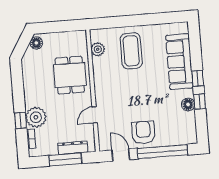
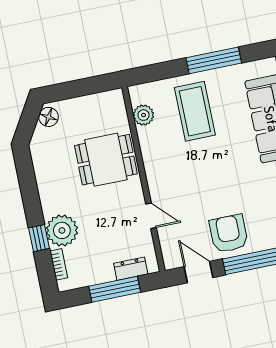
window: (147, 19) -> (214, 60), added
dining table: (70, 75) -> (106, 160), turned 90
door: (95, 115) -> (151, 216), swing flipped
dresser: (73, 148) -> (131, 269), width x0.70

